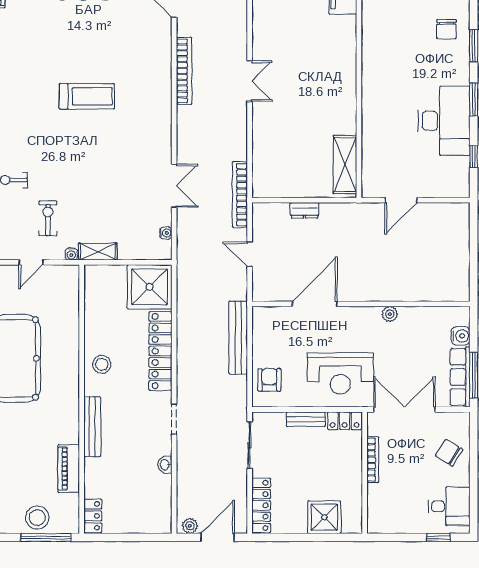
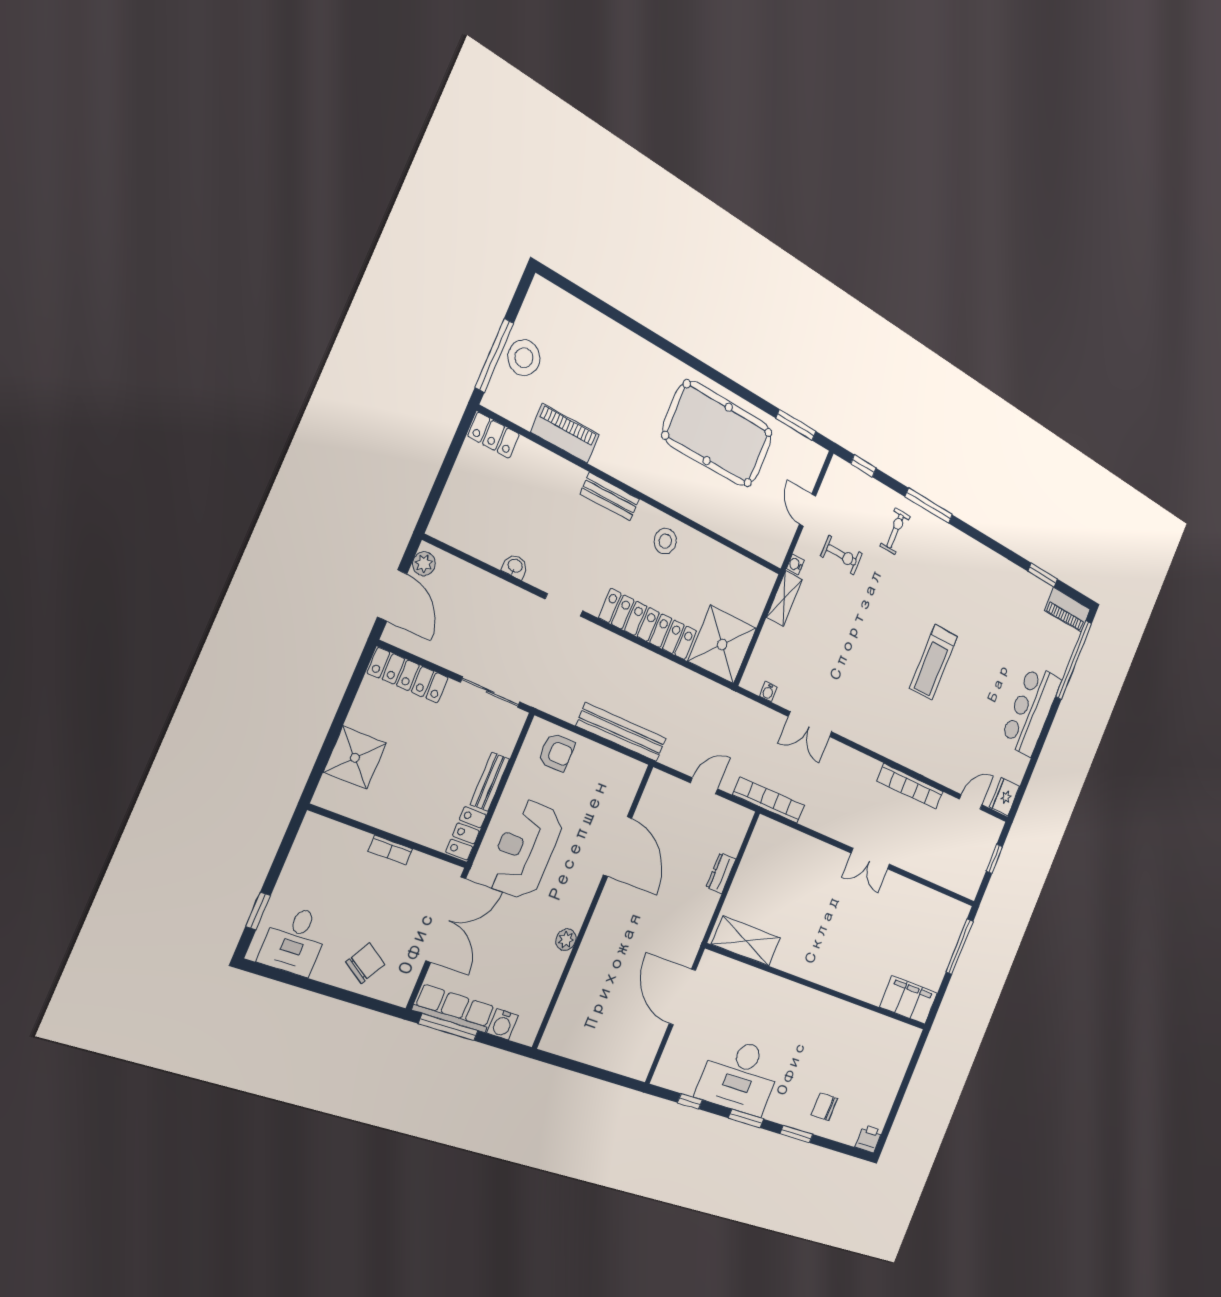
door: (401, 200) -> (682, 997), width x1.36
bench: (92, 427) -> (610, 497), width x0.73
bookcase: (373, 460) -> (390, 850), width x0.64

